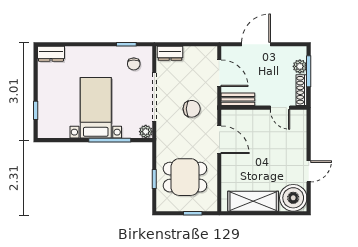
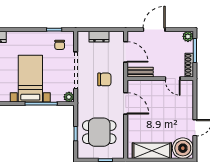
dresser: (170, 53) -> (99, 37), moved
plant: (300, 66) -> (188, 36), moved

